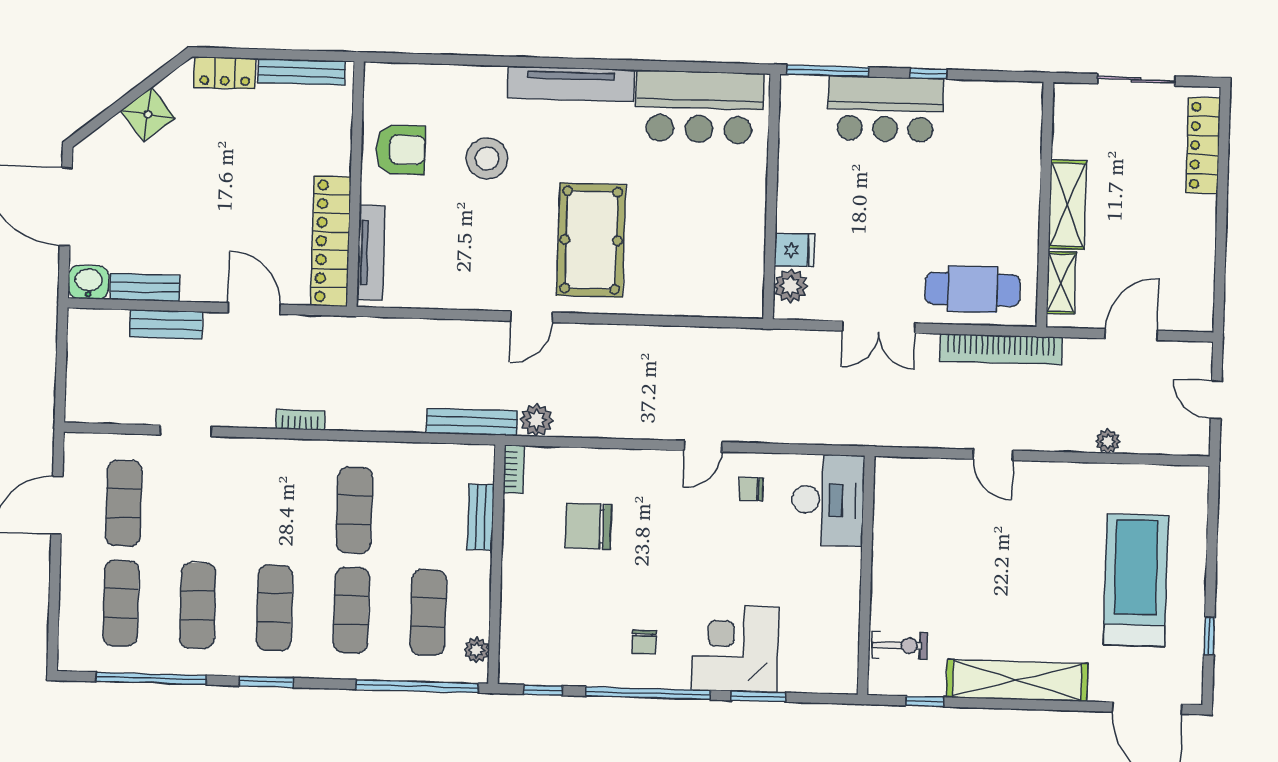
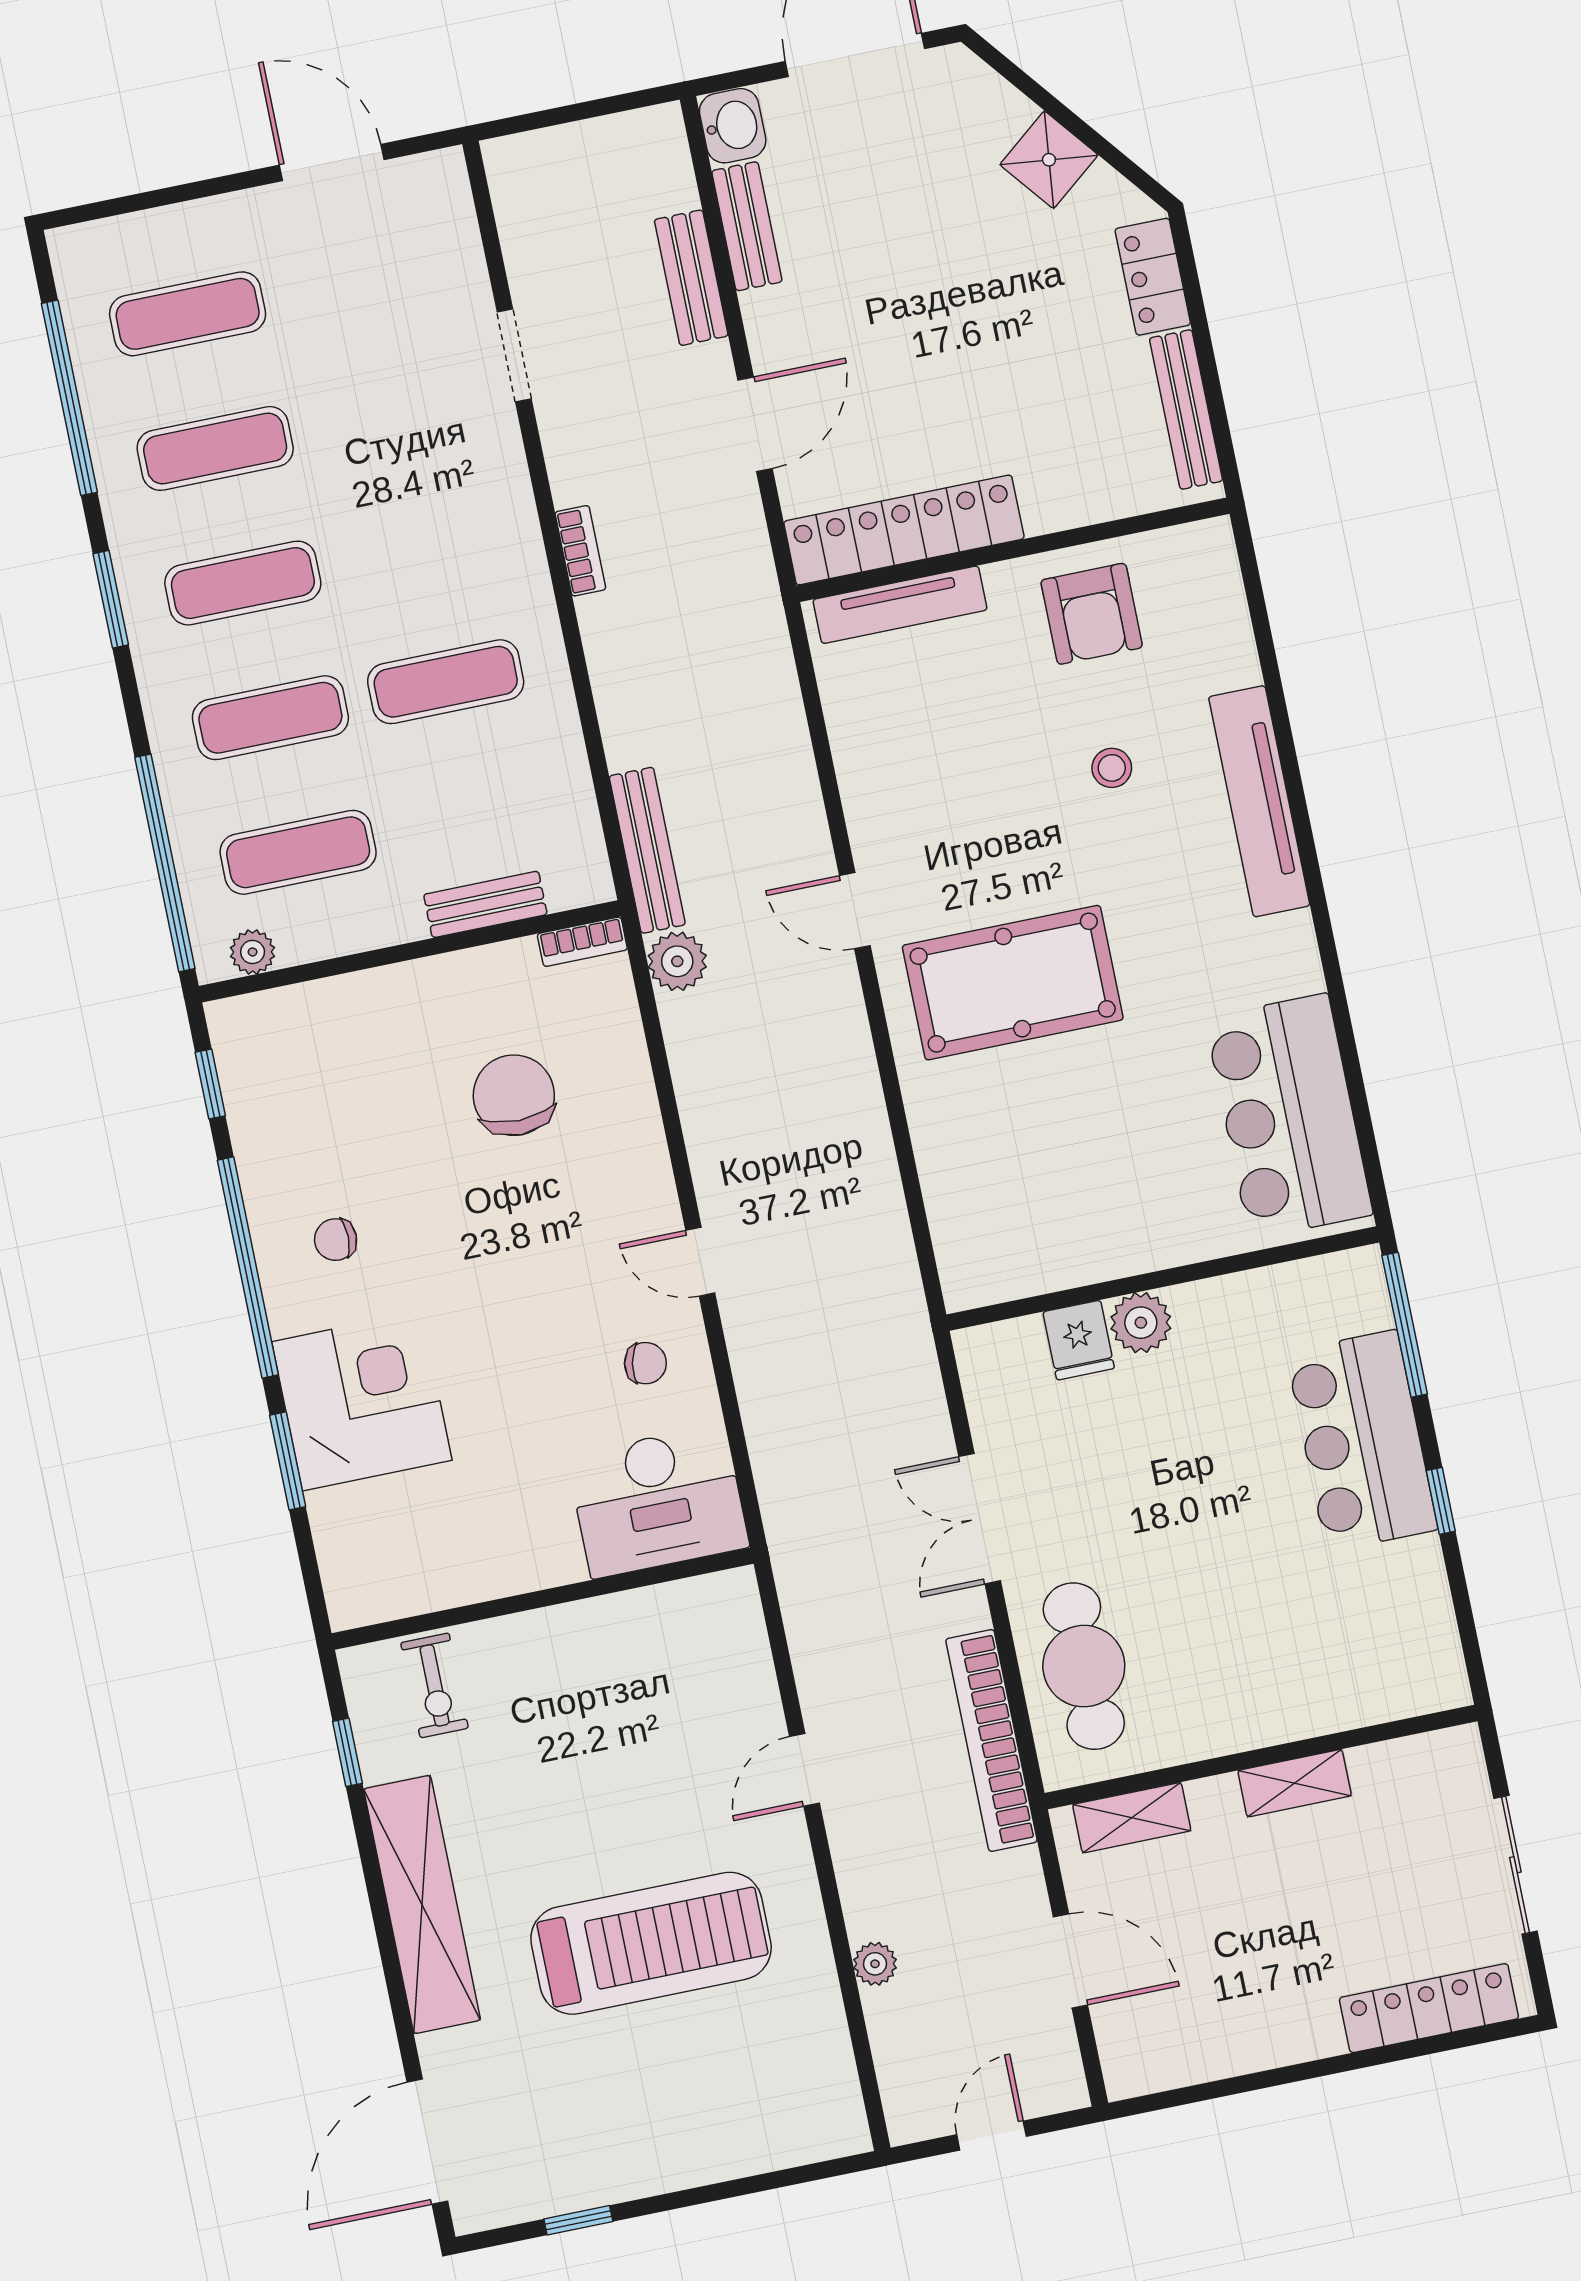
tv unit: (571, 84) -> (1259, 801), moved
stool: (487, 159) -> (1112, 768), width x0.53, depth x0.53
shelving: (1067, 205) -> (1295, 1783), width x0.67, depth x0.75
plant: (791, 286) -> (1141, 1323), moved
chair: (751, 489) -> (645, 1363), turned 101
exercise mat: (124, 503) -> (363, 278), removed
treadmill: (1136, 580) -> (651, 1943), moved

